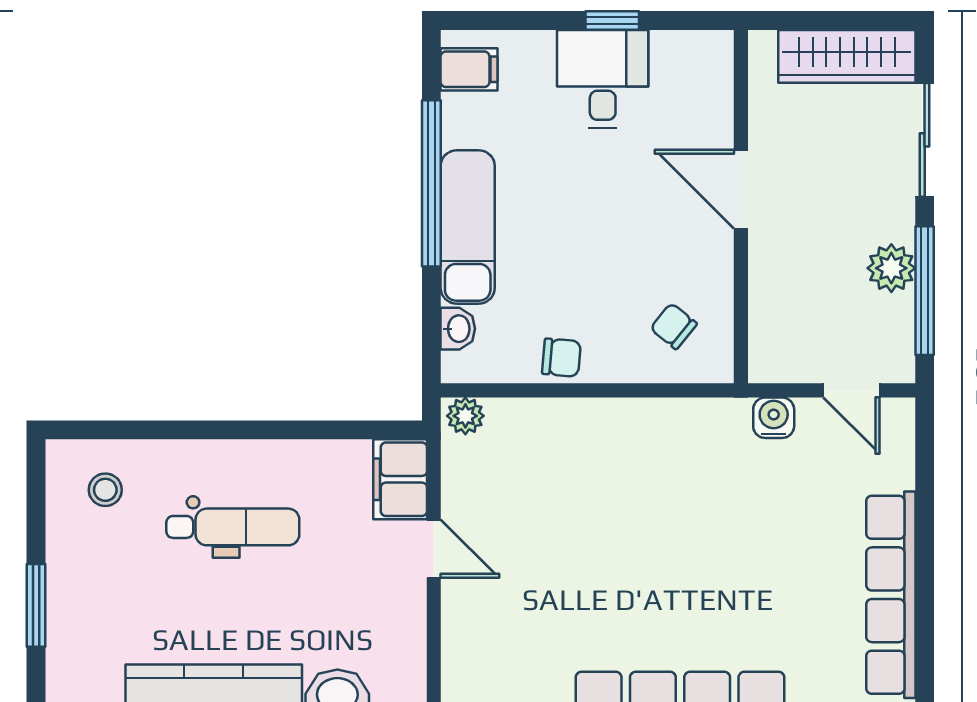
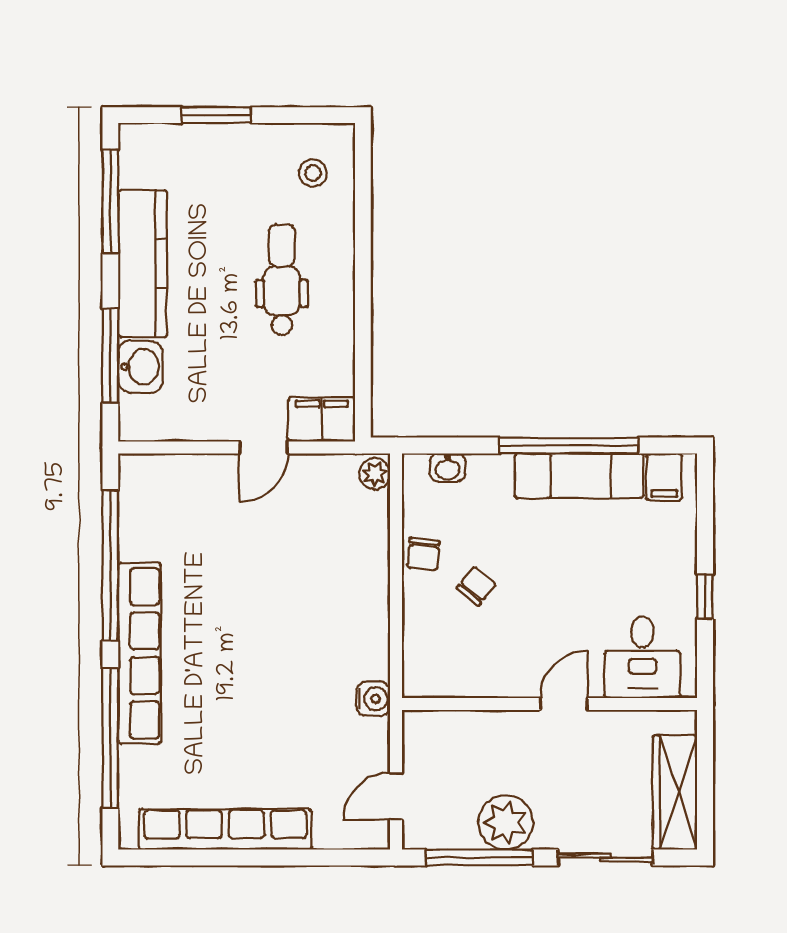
desk: (603, 79) -> (642, 657), moved, turned 90
door: (741, 189) -> (564, 704), width x0.73
exam couch: (468, 227) -> (579, 476), moved
plant: (891, 268) -> (505, 822), width x1.36, depth x1.36
chair: (674, 326) -> (476, 586), moved
water cooler: (774, 418) -> (373, 699), moved
dental chair: (233, 527) -> (282, 280), turned 180

